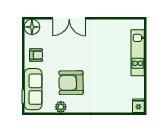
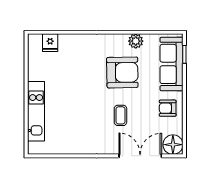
double door: (69, 18) -> (140, 156), moved
coffee table: (73, 49) -> (120, 115), added
fridge: (138, 106) -> (50, 43), moved

